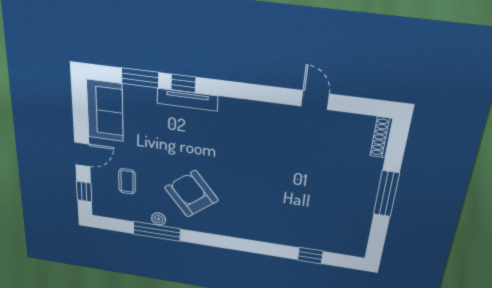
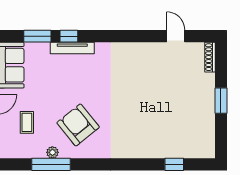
door: (315, 100) -> (176, 36), moved
window: (386, 194) -> (221, 101), width x0.69

